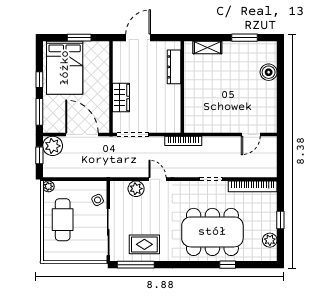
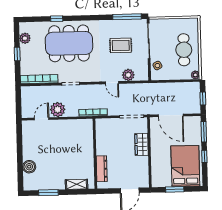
plant: (53, 146) -> (58, 110), moved
rug: (144, 244) -> (121, 45), moved

